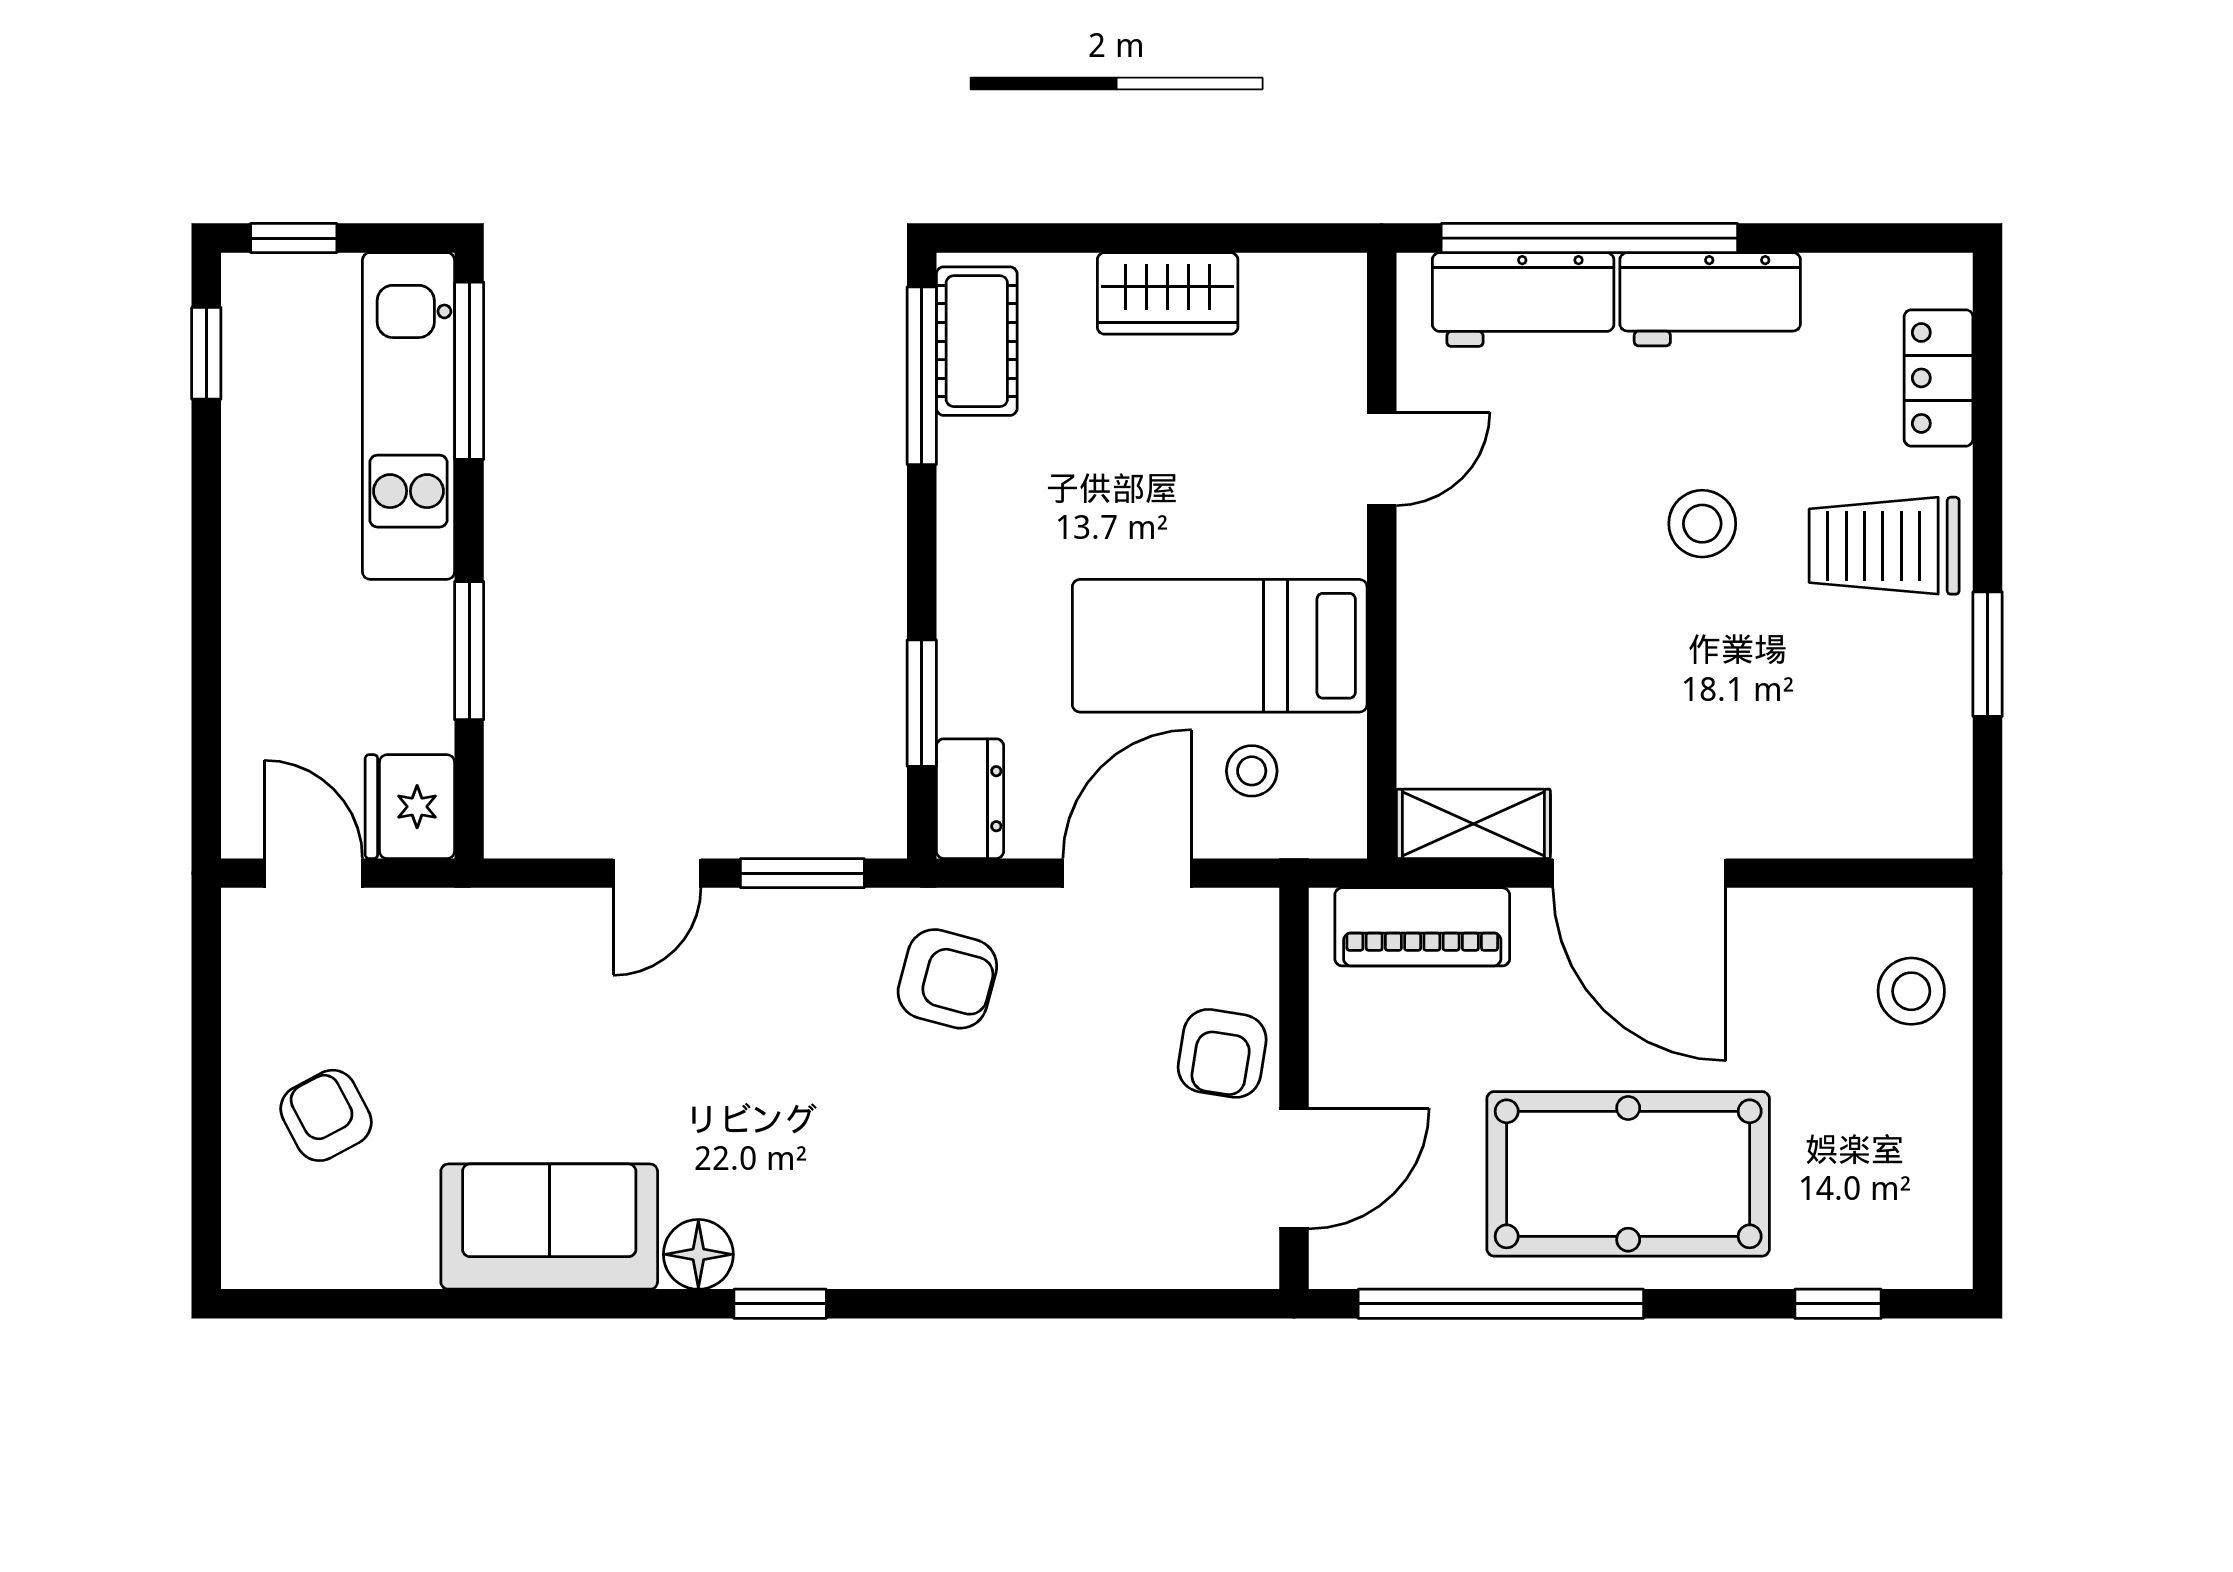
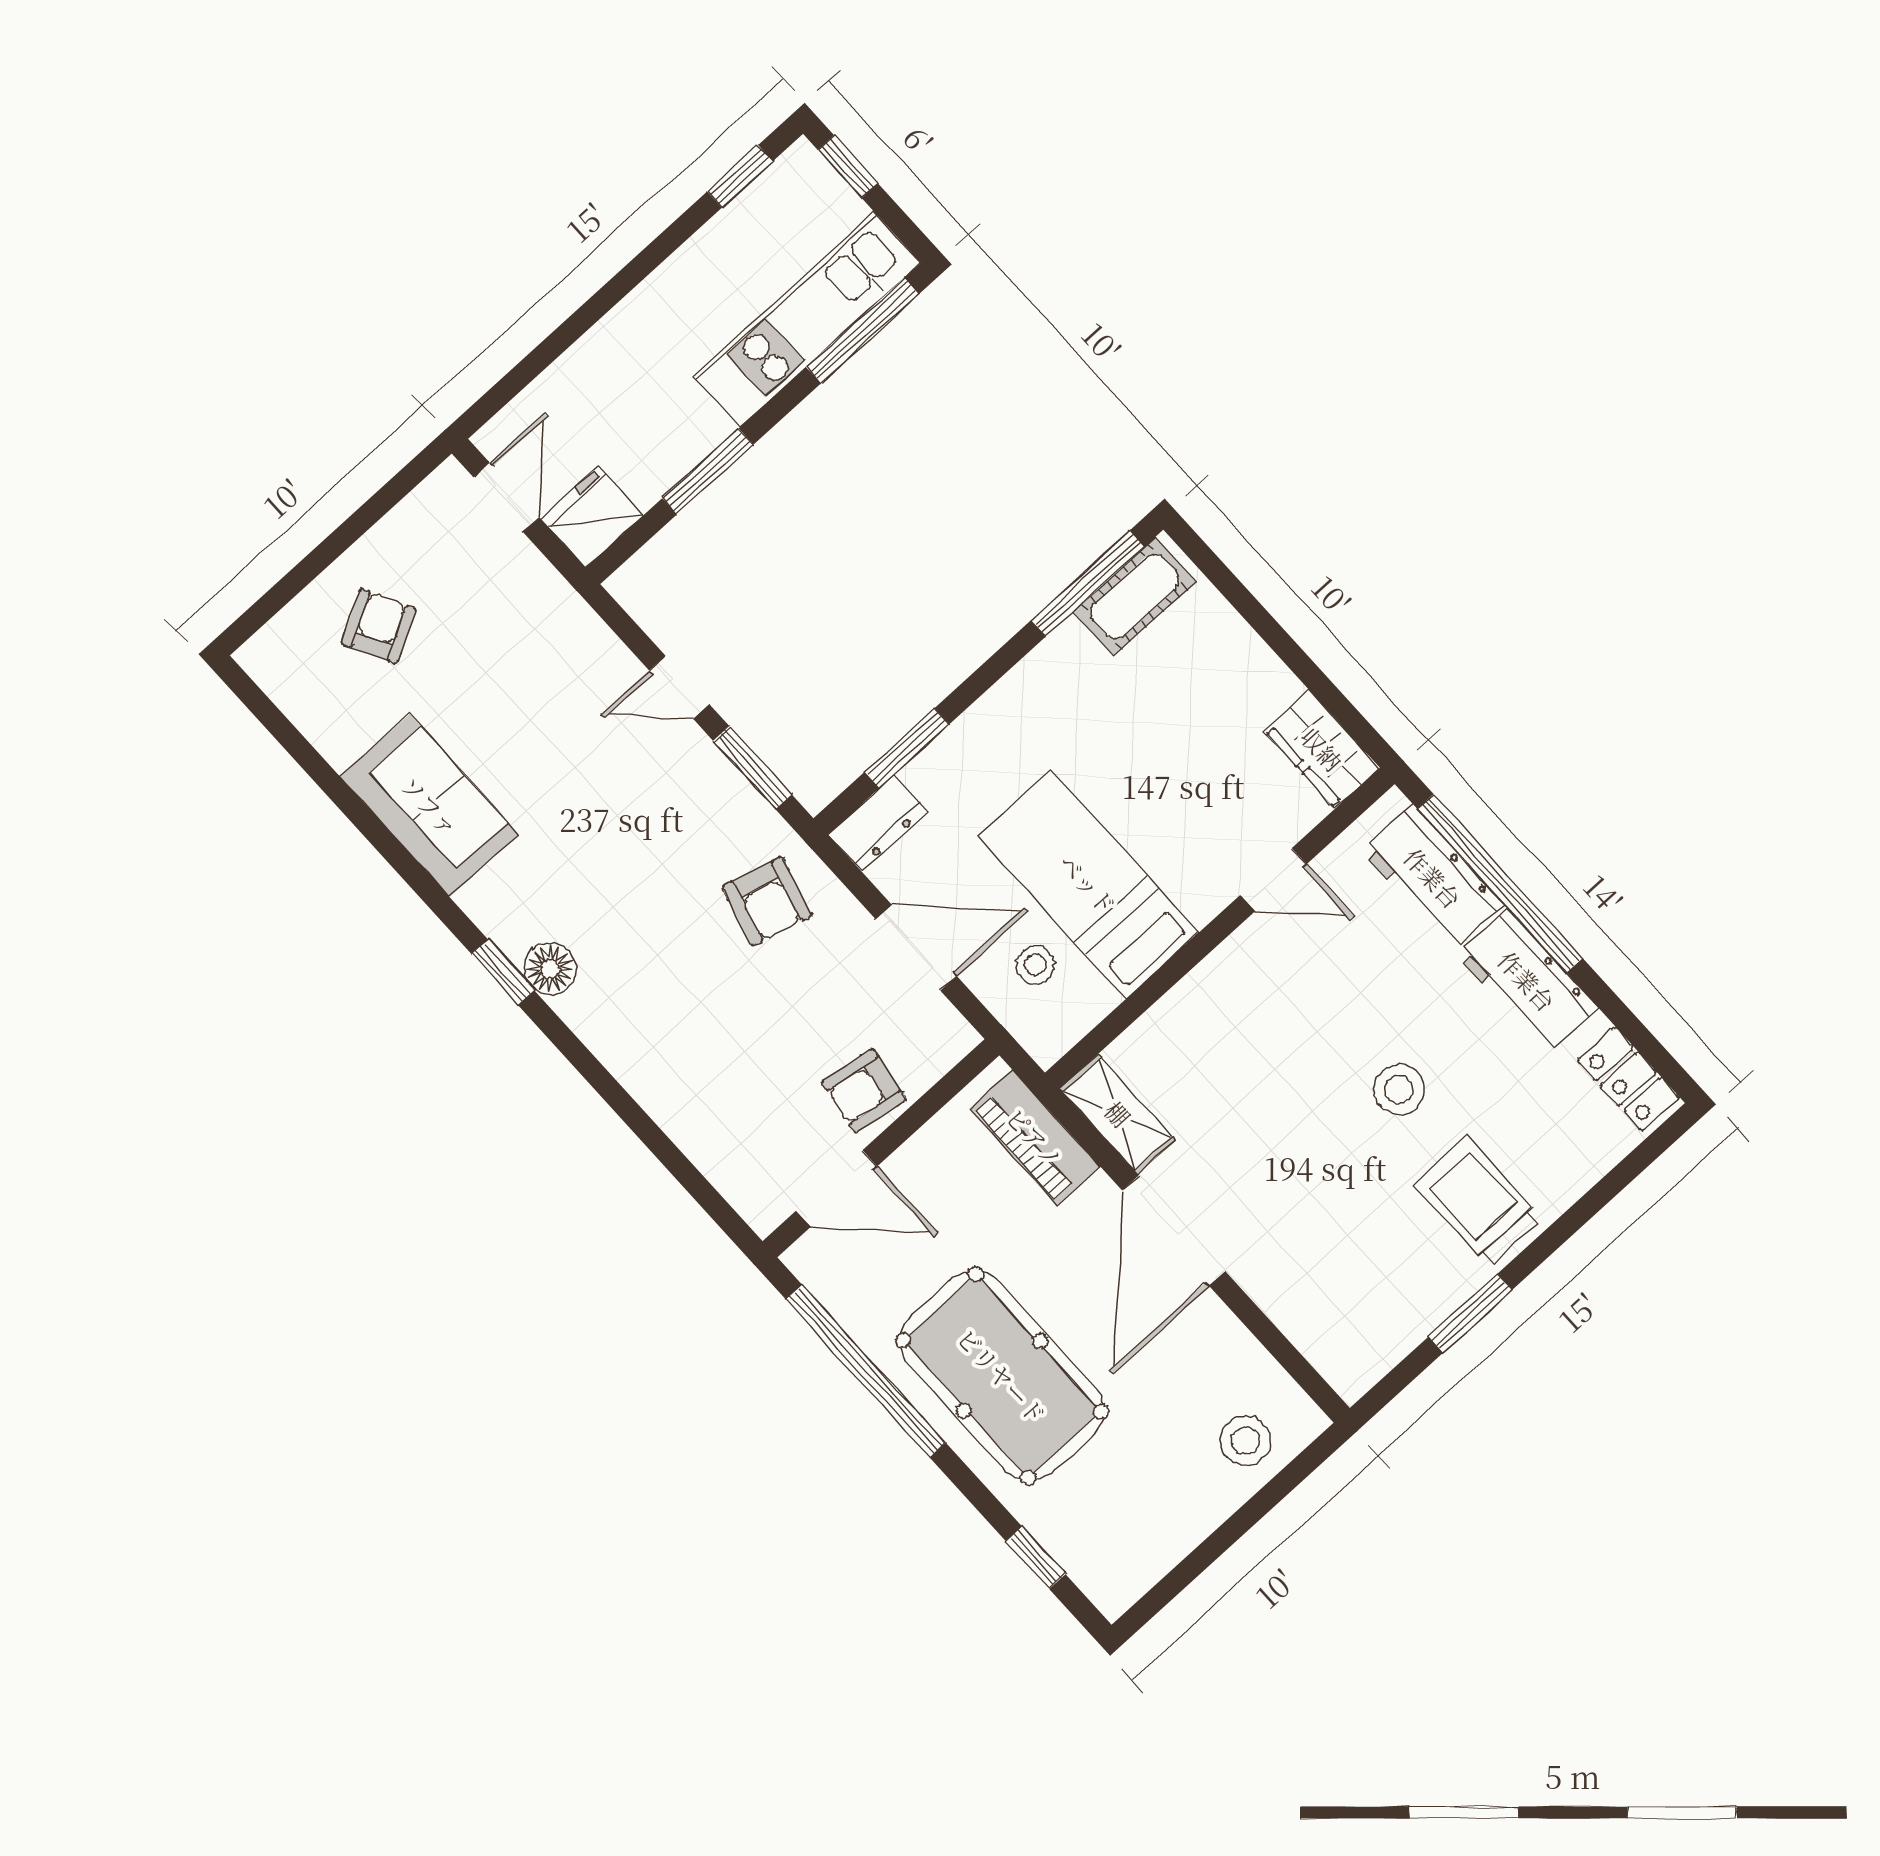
wardrobe: (1168, 293) -> (1322, 749), moved
locker: (1939, 378) -> (1628, 1079), moved, turned -90
floor lamp: (698, 1254) -> (550, 969), moved

